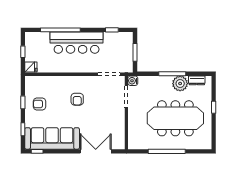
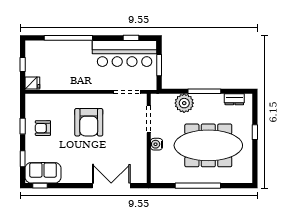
bar counter: (77, 43) -> (125, 53), moved
water cooler: (133, 81) -> (156, 144), moved
plant: (180, 84) -> (184, 103), moved
armchair: (77, 99) -> (89, 122), width x1.88, depth x1.88
sofa: (52, 138) -> (43, 173), width x0.54, depth x0.79

